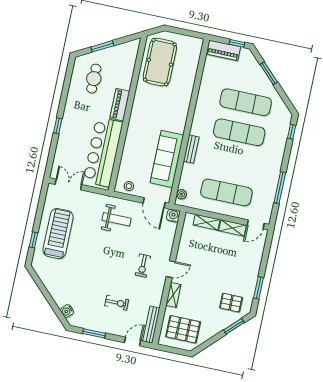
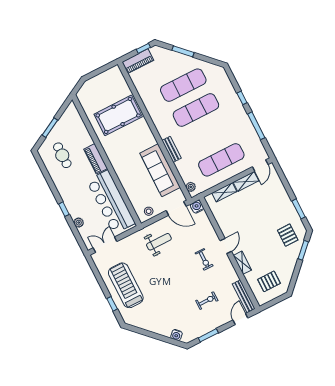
pool table: (160, 62) -> (118, 115), moved, turned 90
window: (292, 132) -> (242, 98), moved
plant: (61, 147) -> (79, 223), added
pallet: (231, 303) -> (288, 235), turned 90
pallet: (183, 329) -> (269, 281), width x0.67, depth x0.71

